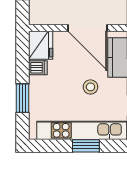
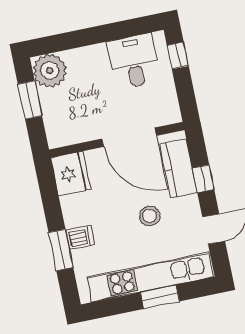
dishwasher: (38, 68) -> (80, 237), moved

